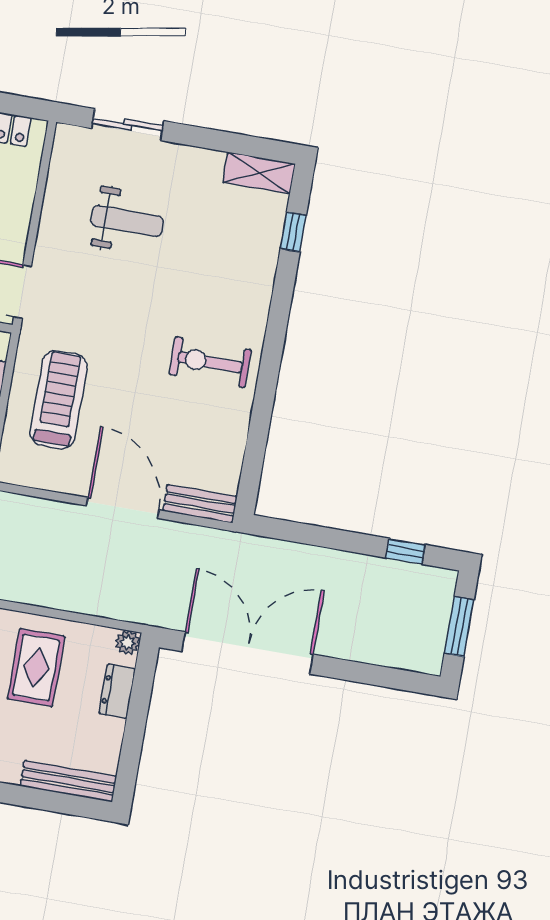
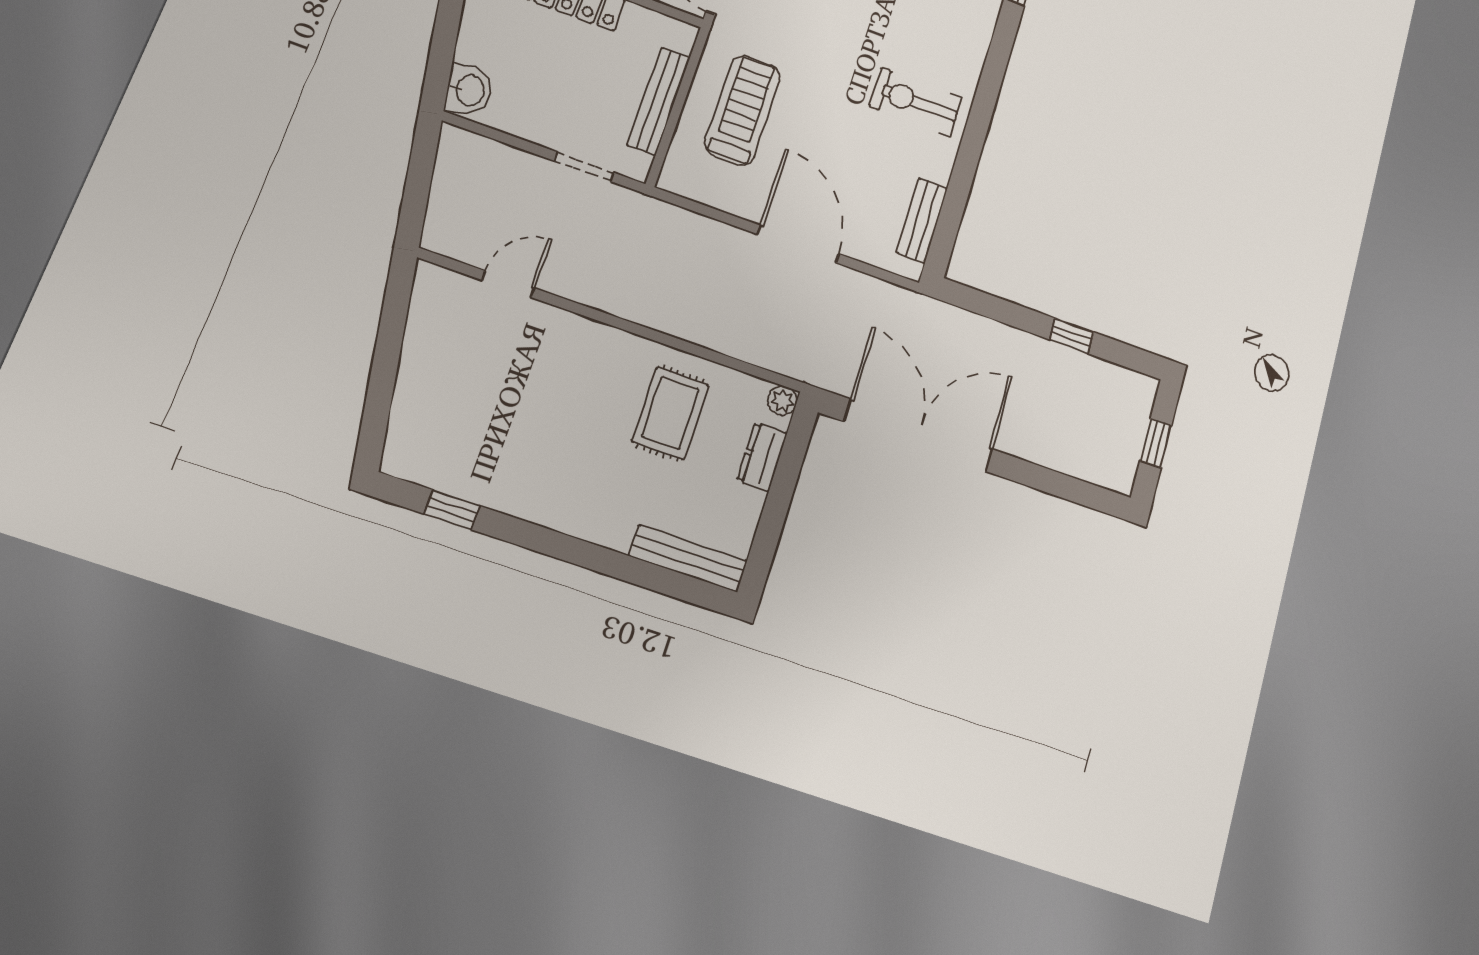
bench: (200, 504) -> (922, 221), moved, turned 90
window: (405, 551) -> (1072, 336), moved
window: (459, 627) -> (1156, 443), width x0.67

